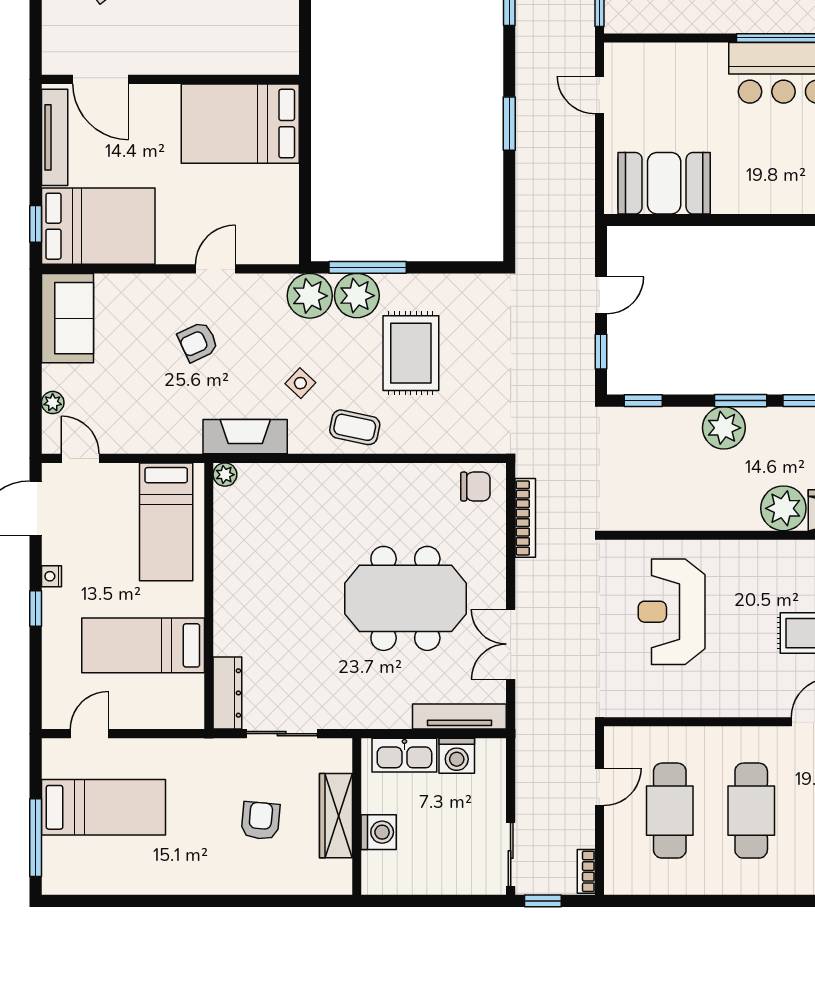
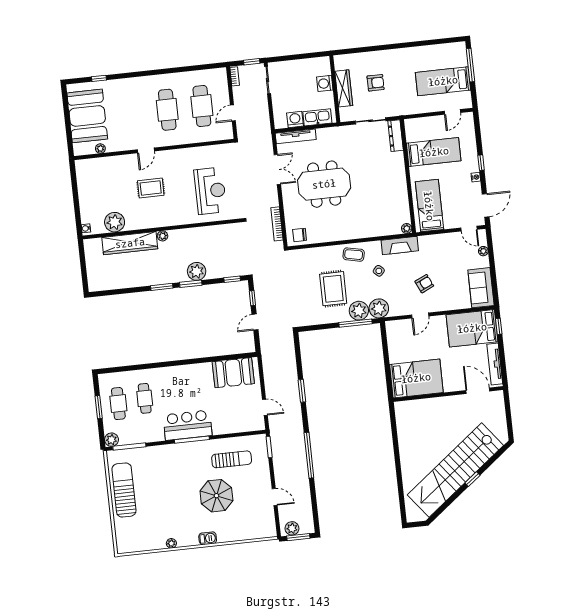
plant: (783, 508) -> (163, 236), width x0.53, depth x0.53
armchair: (260, 821) -> (376, 83), turned -95

